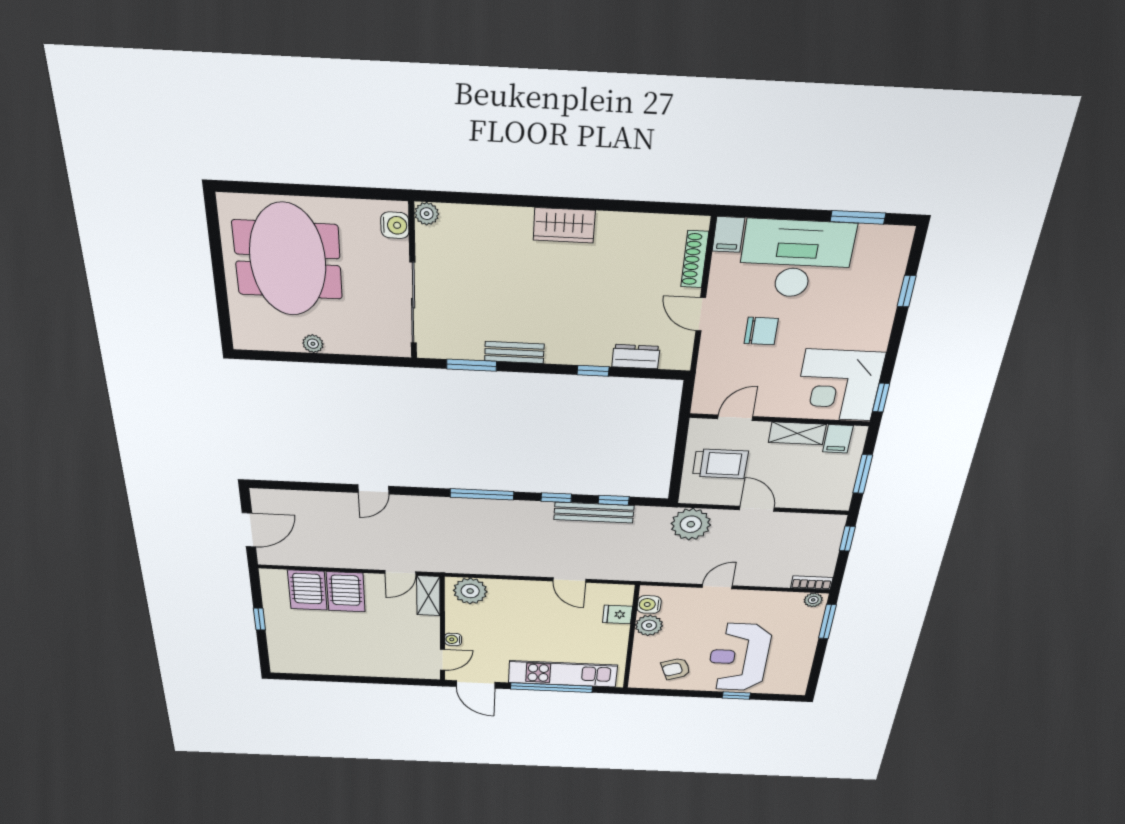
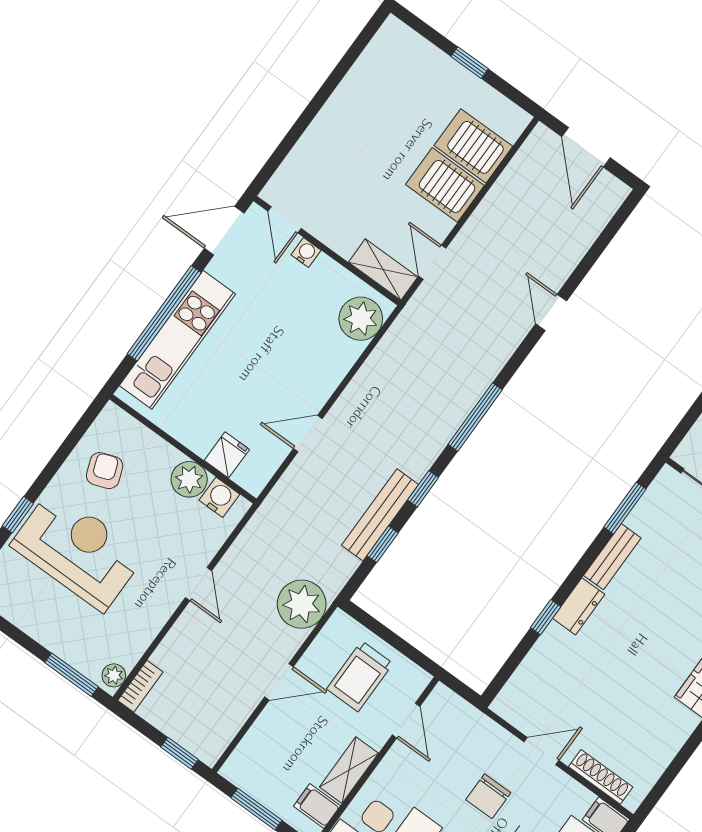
dresser: (636, 357) -> (579, 606), moved

